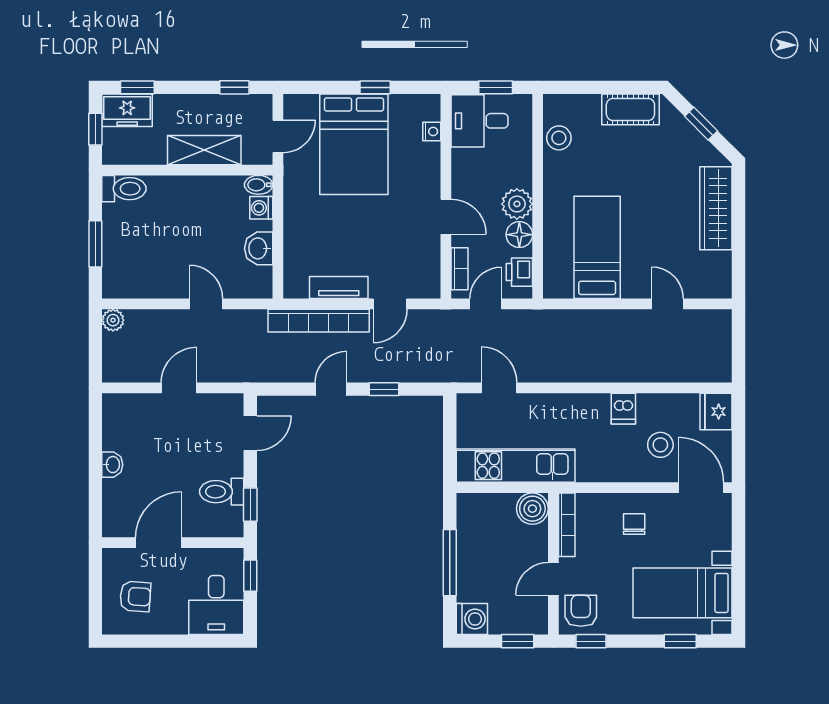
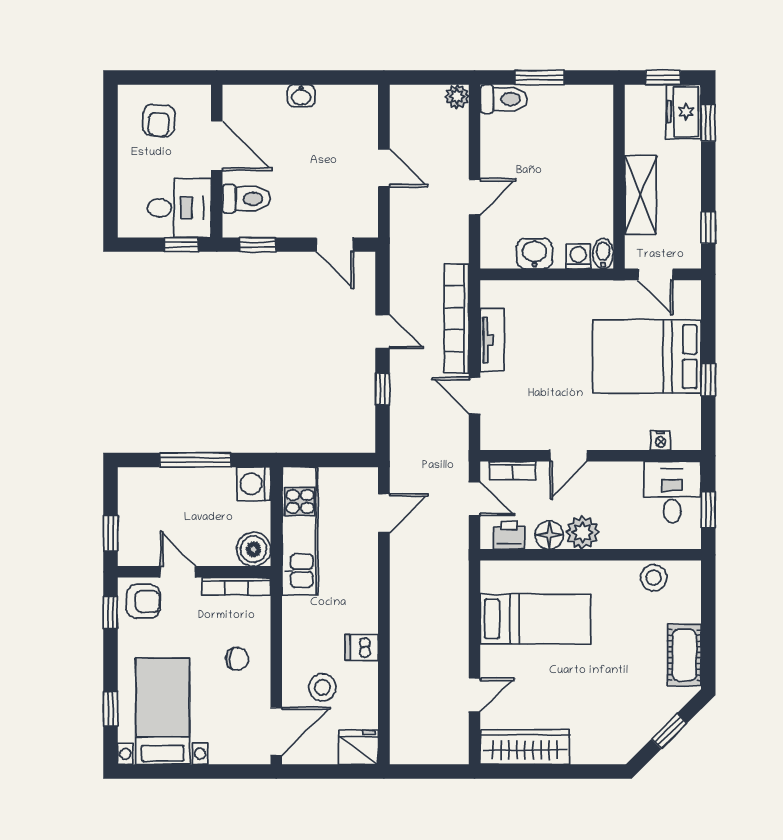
toilet: (124, 189) -> (504, 99), moved, turned -90
wardrobe: (716, 208) -> (525, 747), moved
toilet: (222, 492) -> (246, 199), moved, turned 90
desk: (216, 605) -> (179, 208), moved, turned 180
washing machine: (472, 619) -> (254, 484), moved, turned 90

